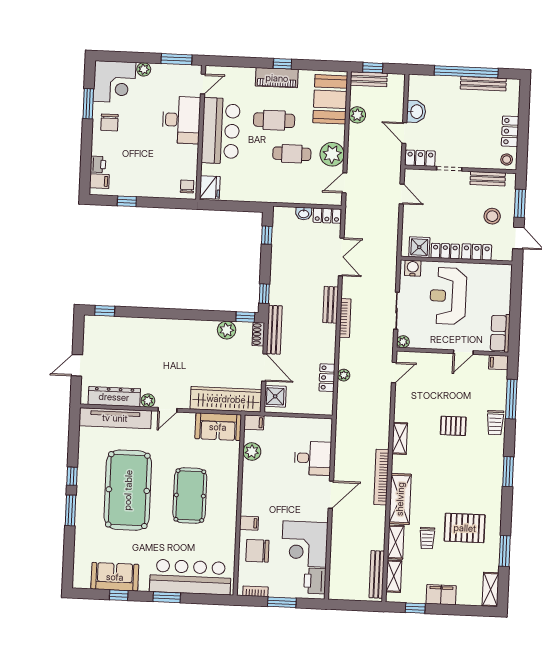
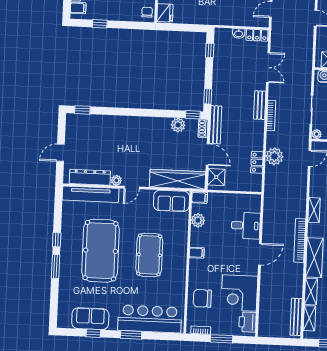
plant: (344, 375) -> (274, 156), width x1.88, depth x1.88
filing cabinet: (249, 523) -> (197, 253), moved

